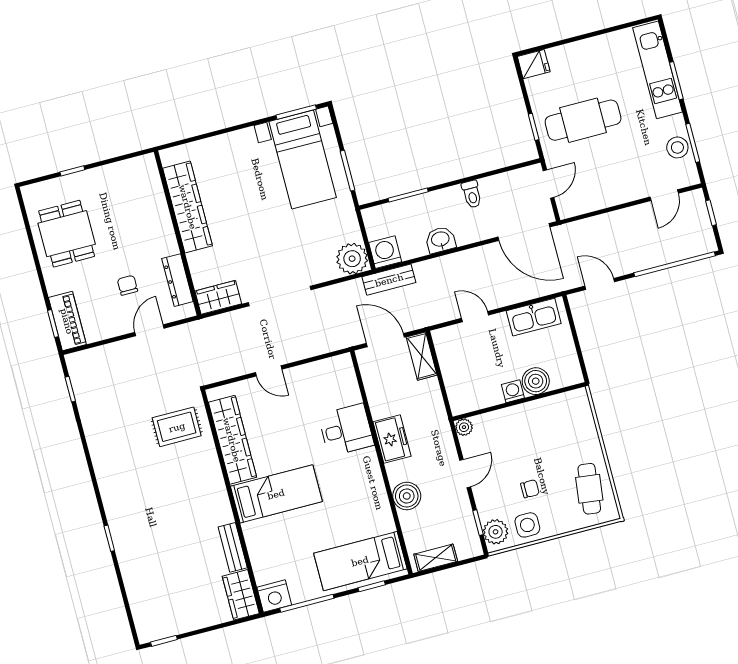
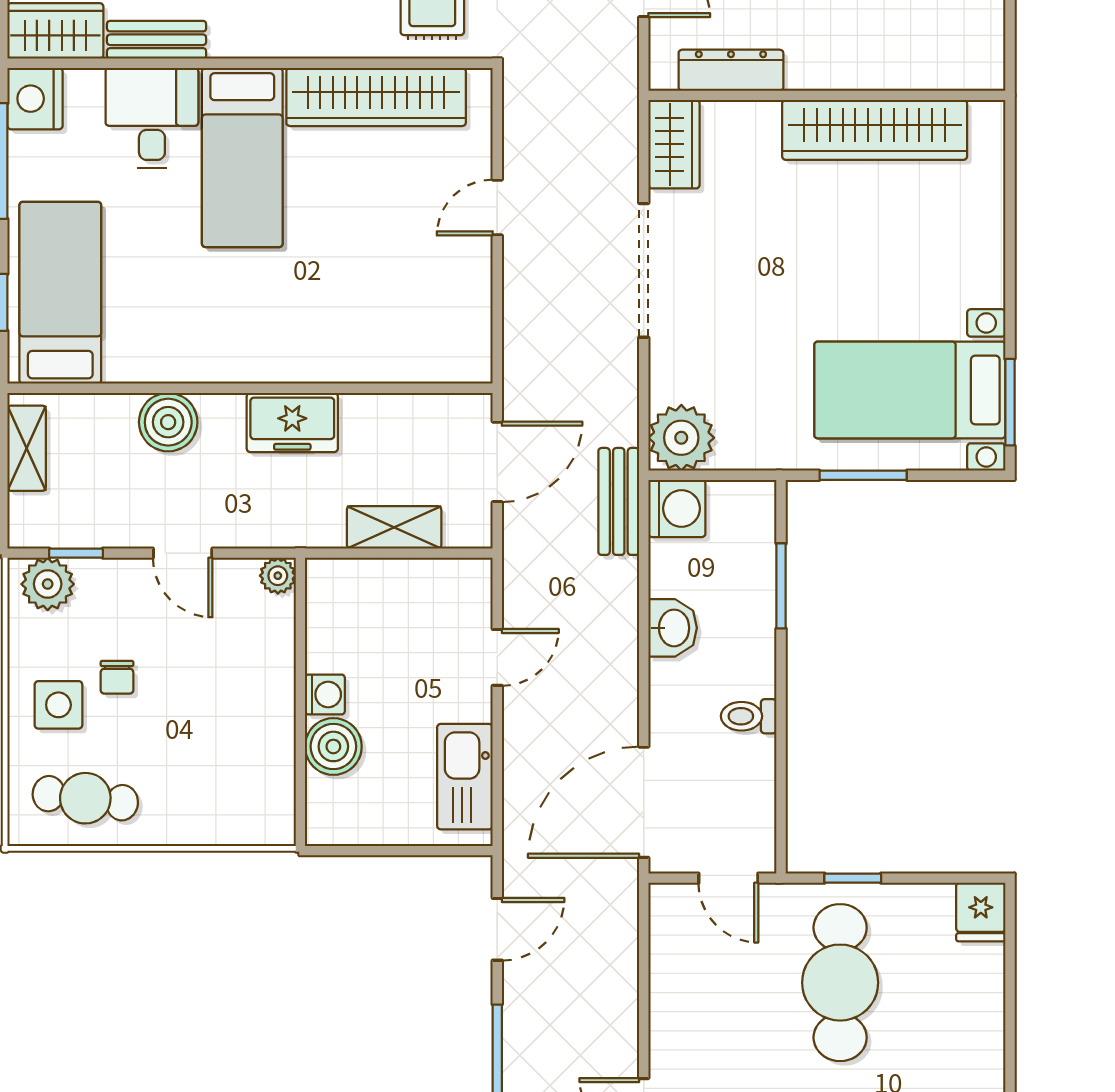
shelving: (422, 356) -> (394, 527), moved
desk: (346, 430) -> (152, 118), moved, turned 180
side table: (527, 525) -> (58, 705), moved

